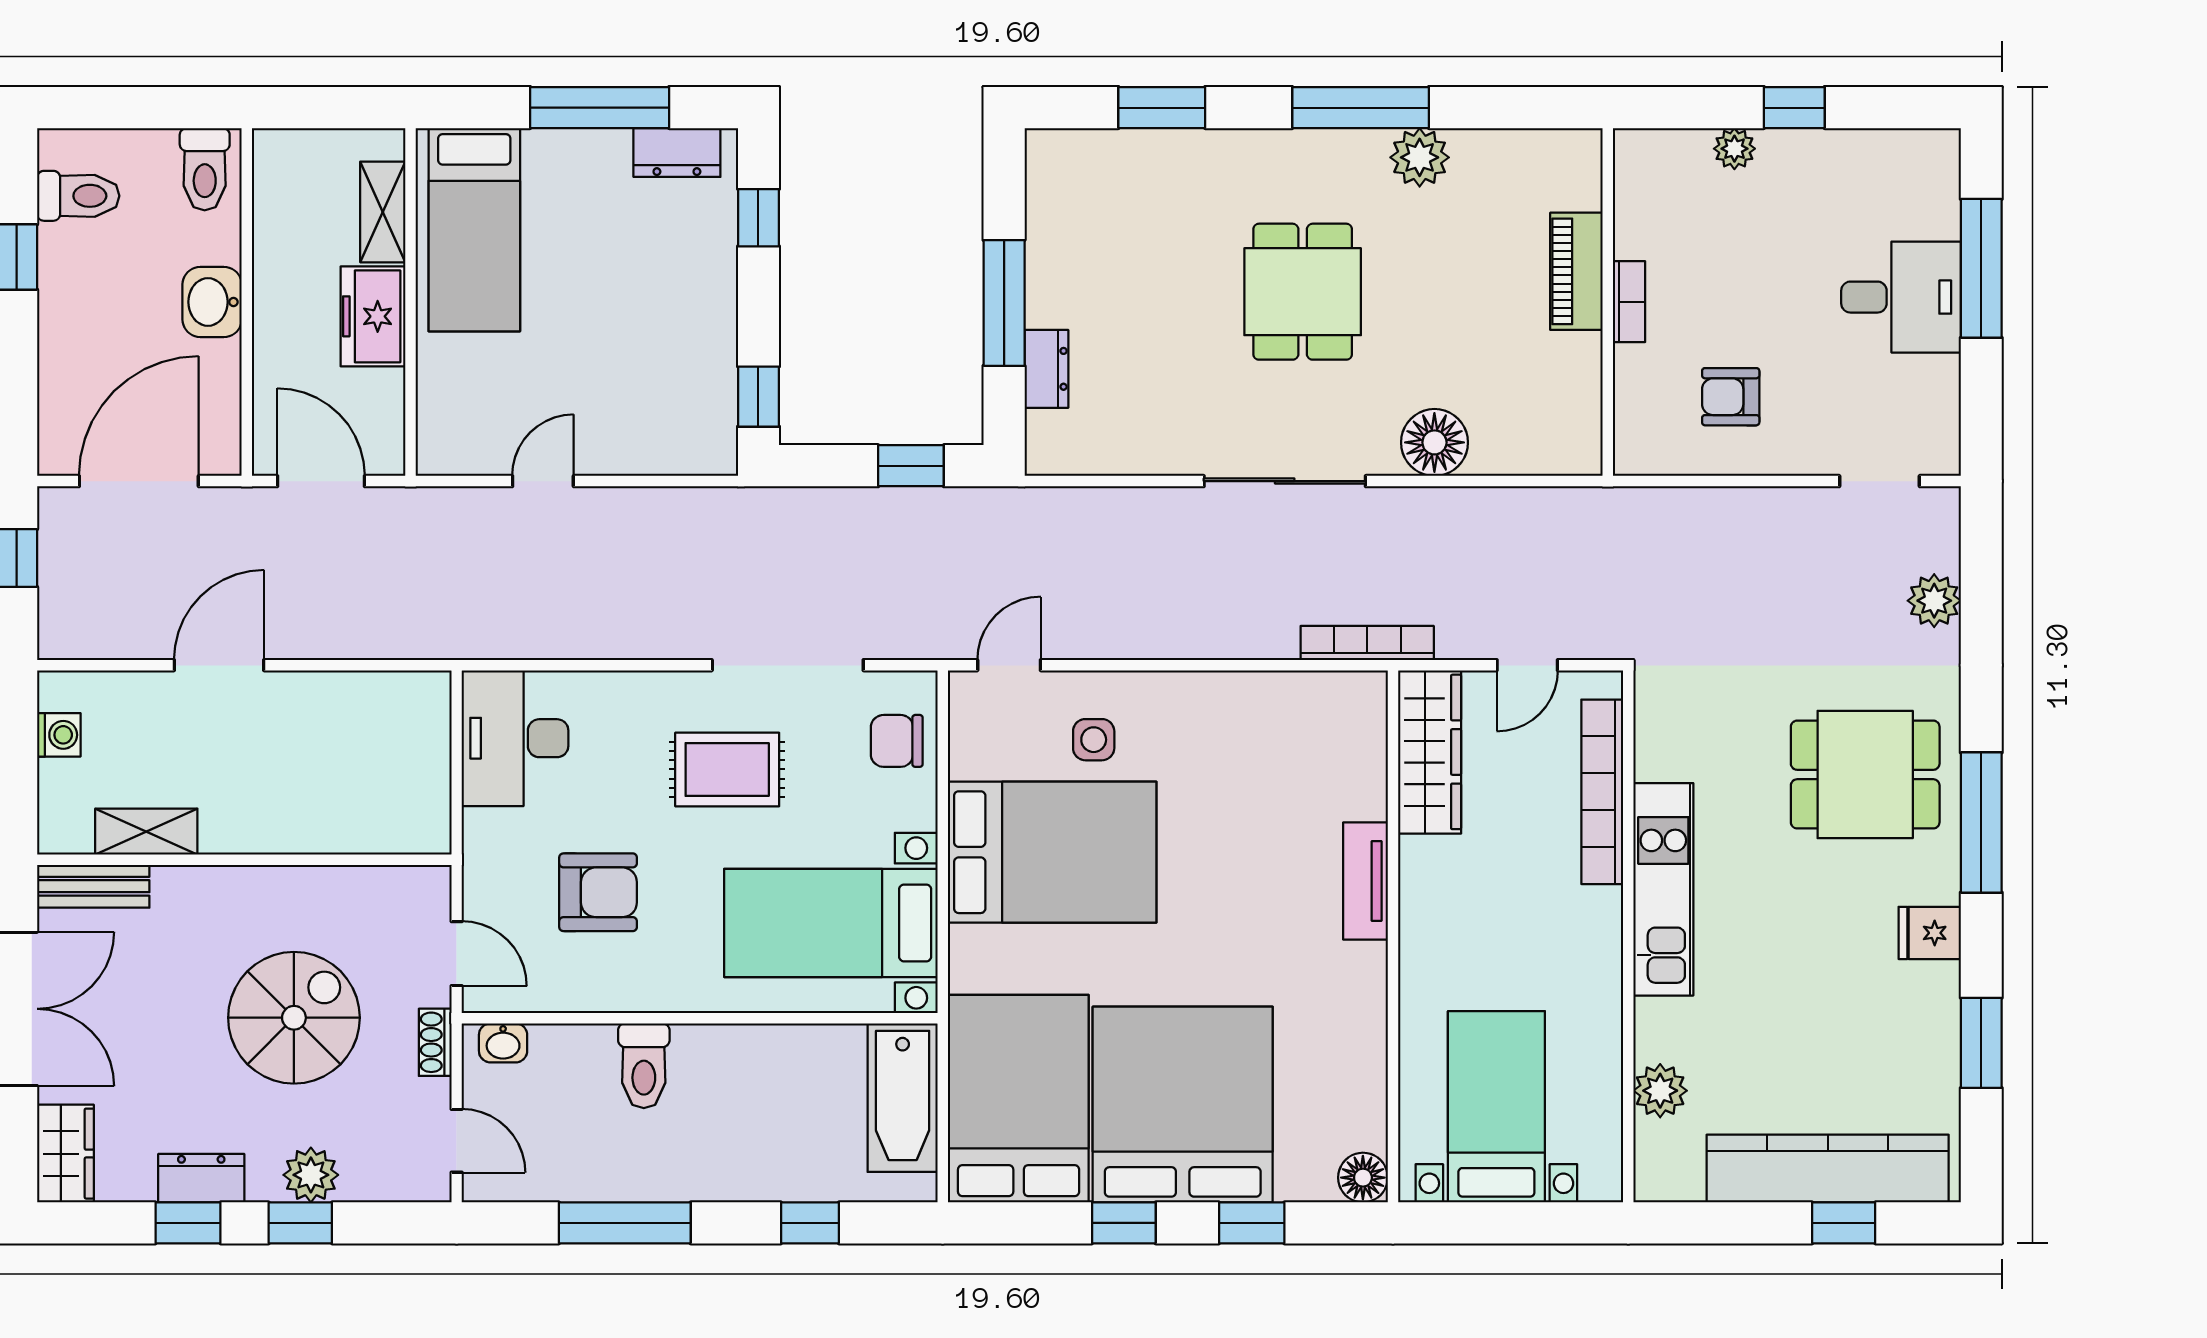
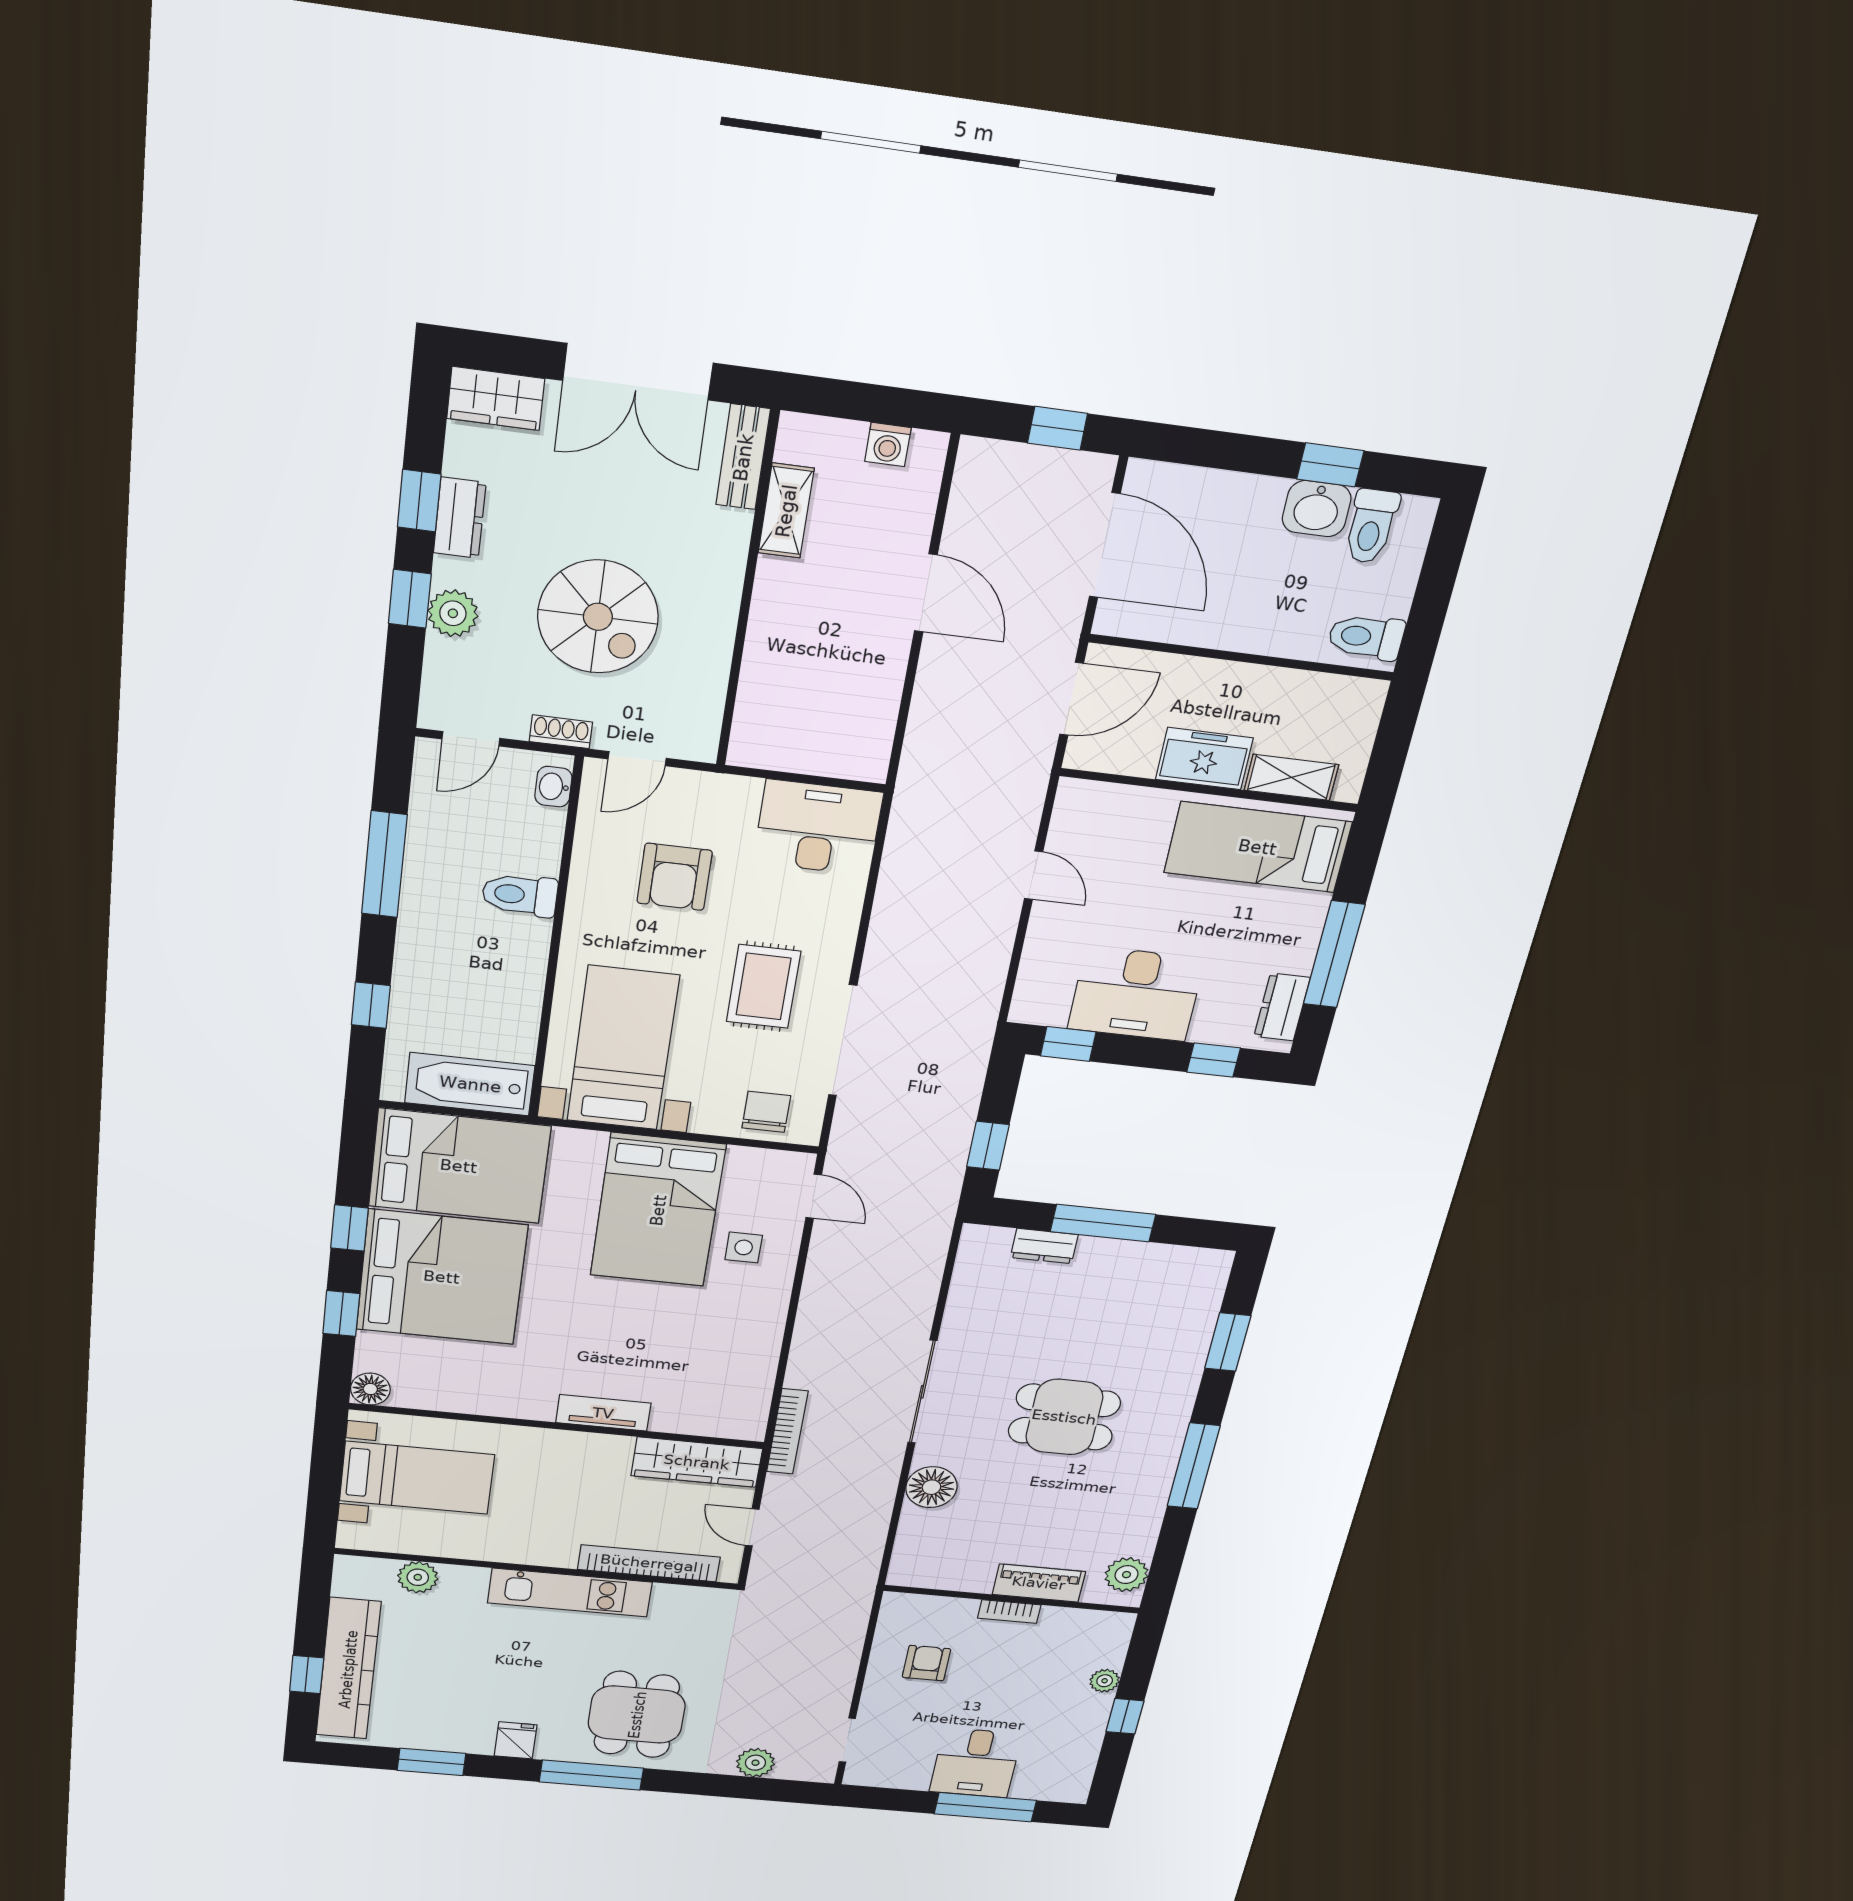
plant: (1420, 157) -> (1126, 1575), moved
washbasin: (212, 302) -> (1317, 509), moved, turned 180
desk: (681, 330) -> (1136, 994), added

